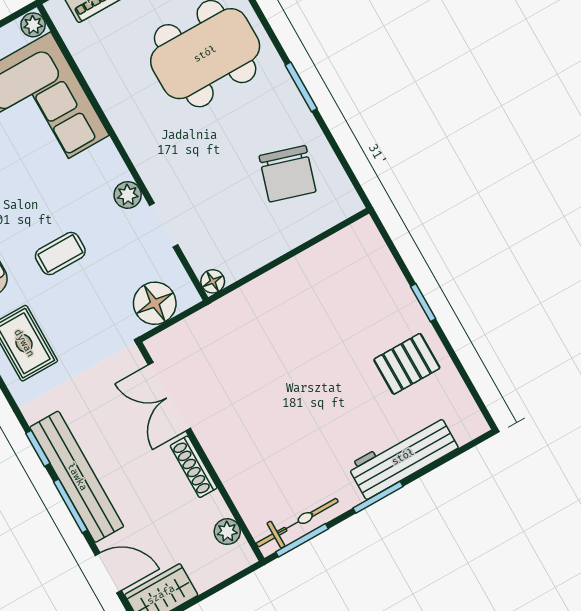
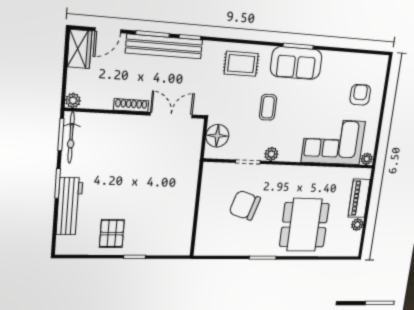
chair: (288, 174) -> (245, 205), moved
floor lamp: (213, 281) -> (209, 168), removed
plant: (227, 532) -> (73, 100), moved

